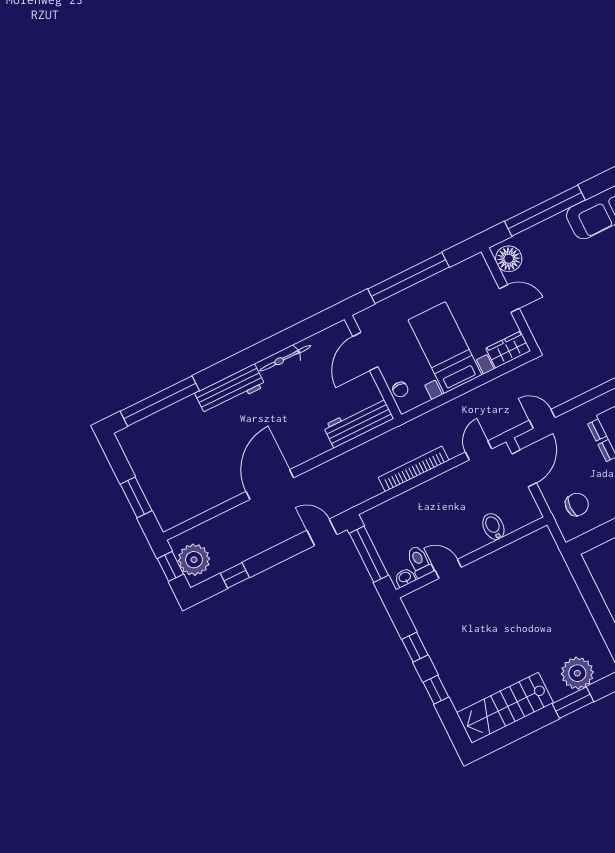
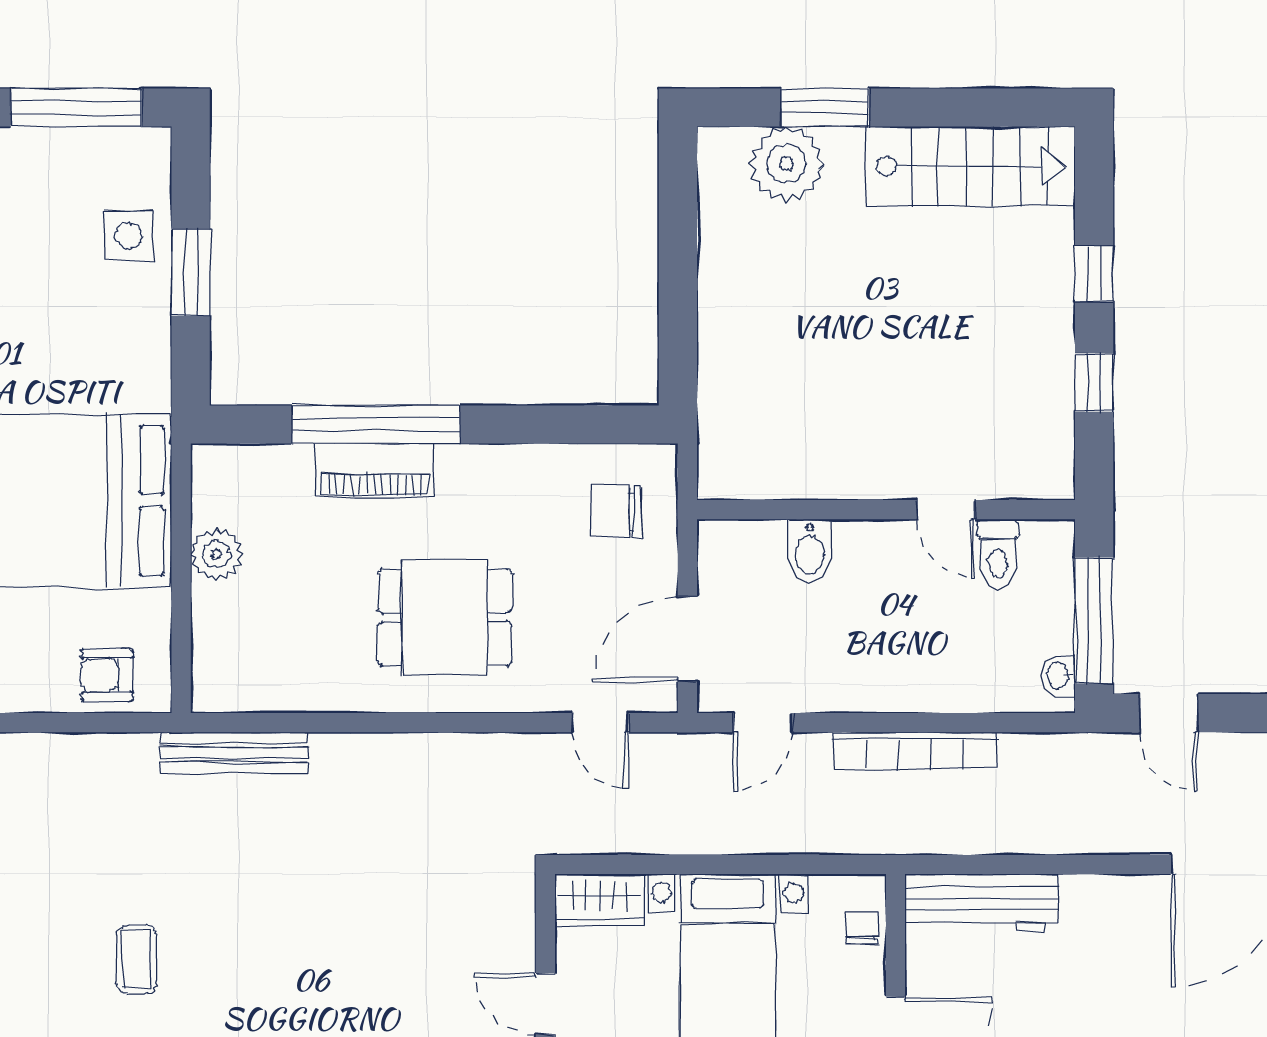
washbasin: (405, 577) -> (1058, 676), moved, turned 90

